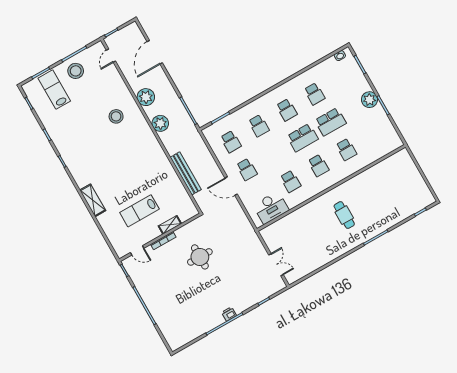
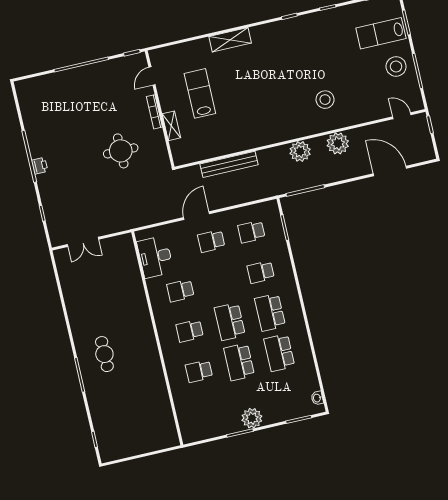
lab bench: (54, 90) -> (381, 33), turned 180
school desk: (315, 94) -> (279, 353), width x1.85
school desk: (287, 110) -> (270, 312), width x1.85
cafe table: (344, 215) -> (104, 354), moved, turned 90

